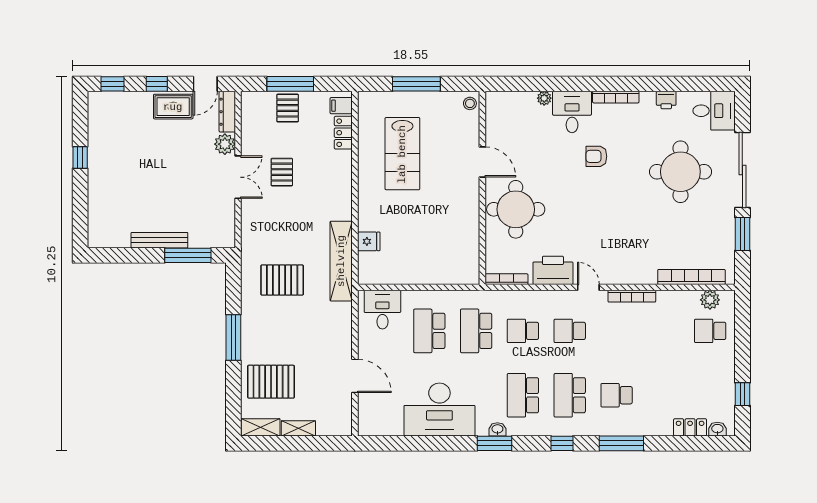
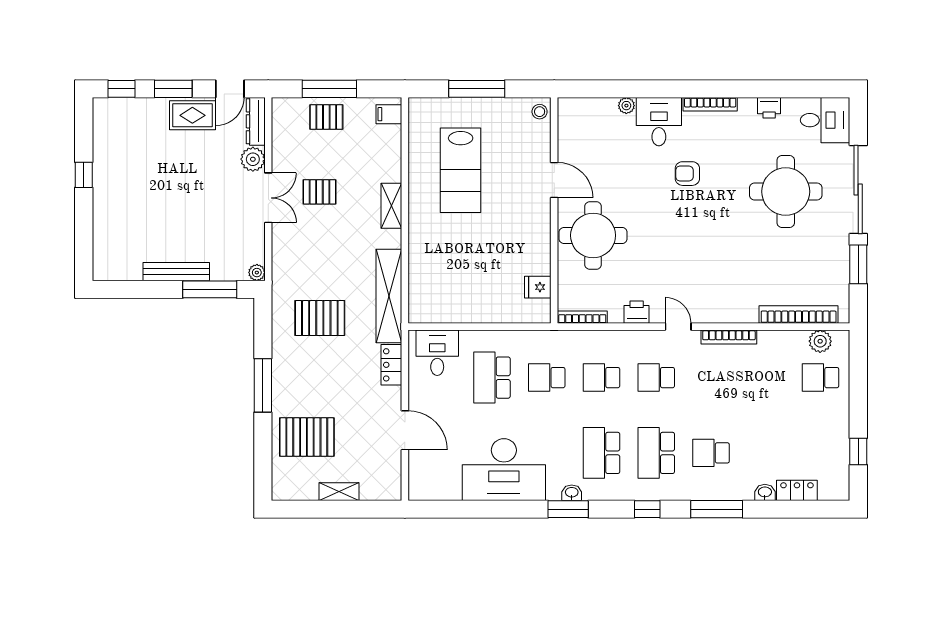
window: (157, 84) -> (173, 89), width x1.50
pallet: (288, 108) -> (326, 117), turned 90
locker: (343, 133) -> (391, 365), moved
pallet: (282, 172) -> (319, 192), turned 90
plant: (228, 241) -> (257, 273), added
fridge: (369, 241) -> (538, 287), moved, turned 180
printer: (553, 270) -> (637, 312), width x0.53, depth x0.68
school desk: (476, 331) -> (547, 378), width x0.54
shelving: (261, 427) -> (391, 206), moved, turned 90
washbasin: (717, 429) -> (765, 492), moved

